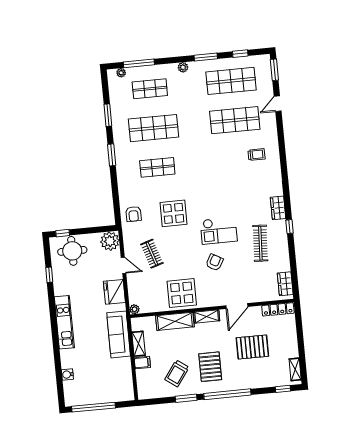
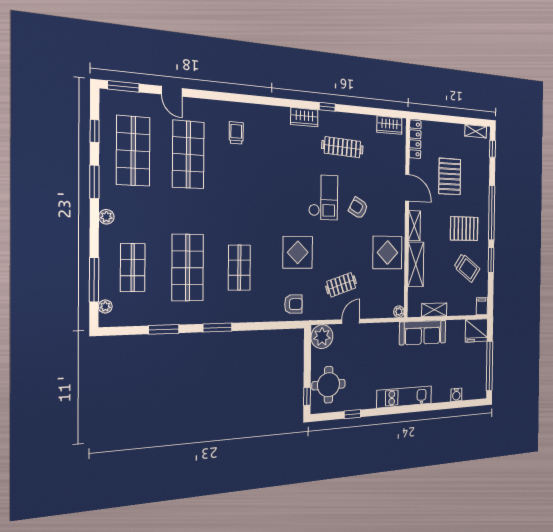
fridge: (114, 292) -> (476, 330), moved
filing cabinet: (142, 363) -> (482, 306), moved

